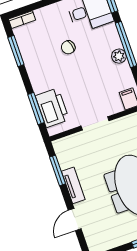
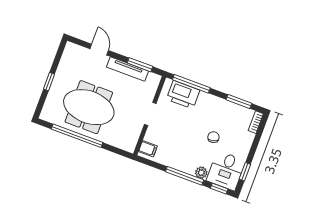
plant: (119, 56) -> (201, 173), moved
window: (36, 108) -> (191, 84), width x1.44
tv unit: (73, 185) -> (128, 69), width x1.41

